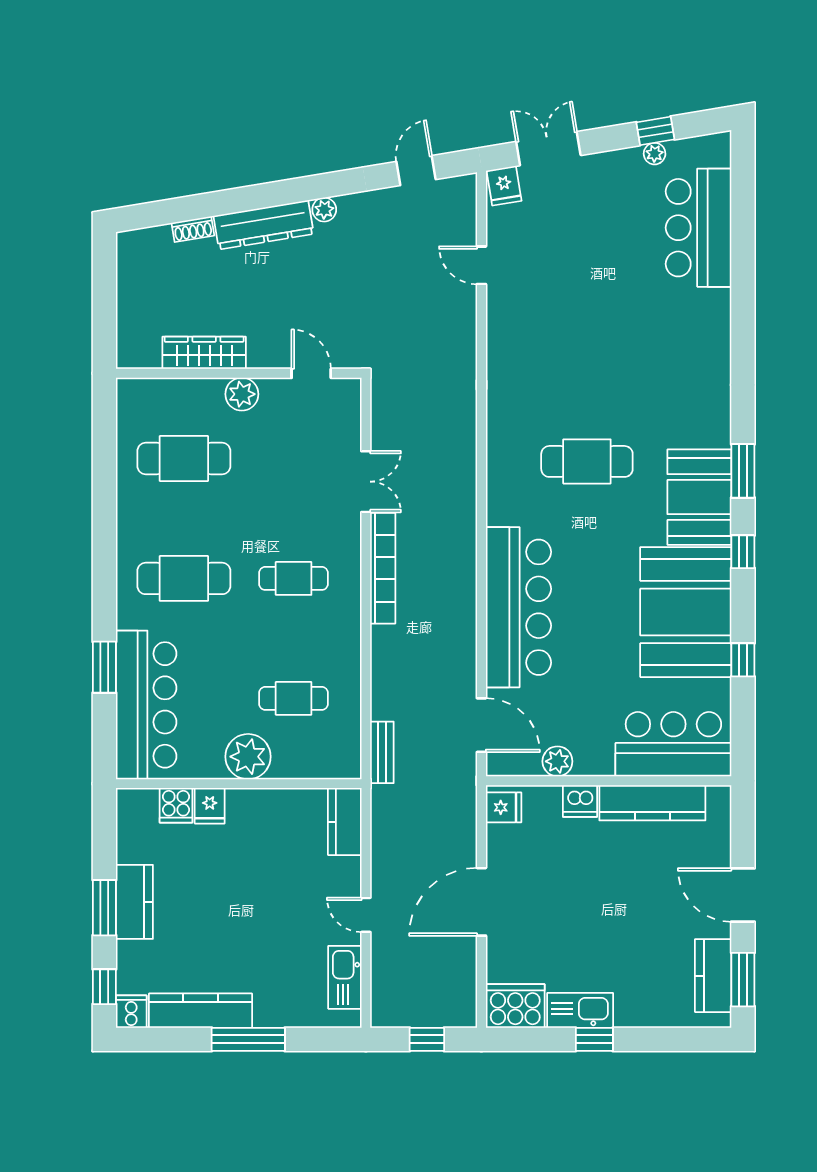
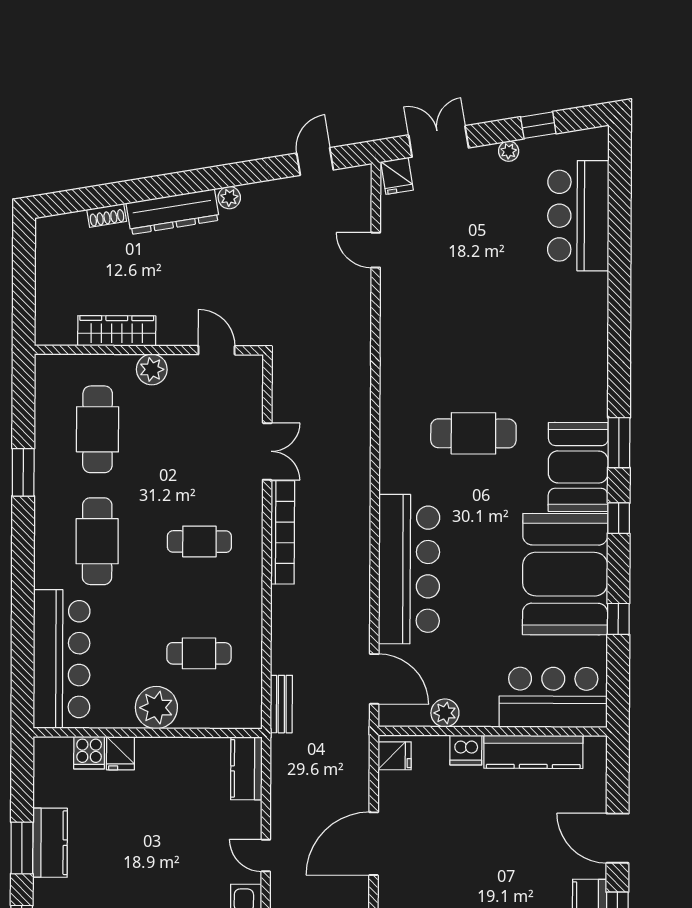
plant: (655, 154) -> (509, 151), moved
cafe table: (184, 459) -> (98, 429), turned 90
cafe table: (184, 578) -> (97, 541), turned 90
window: (104, 667) -> (23, 472), moved

